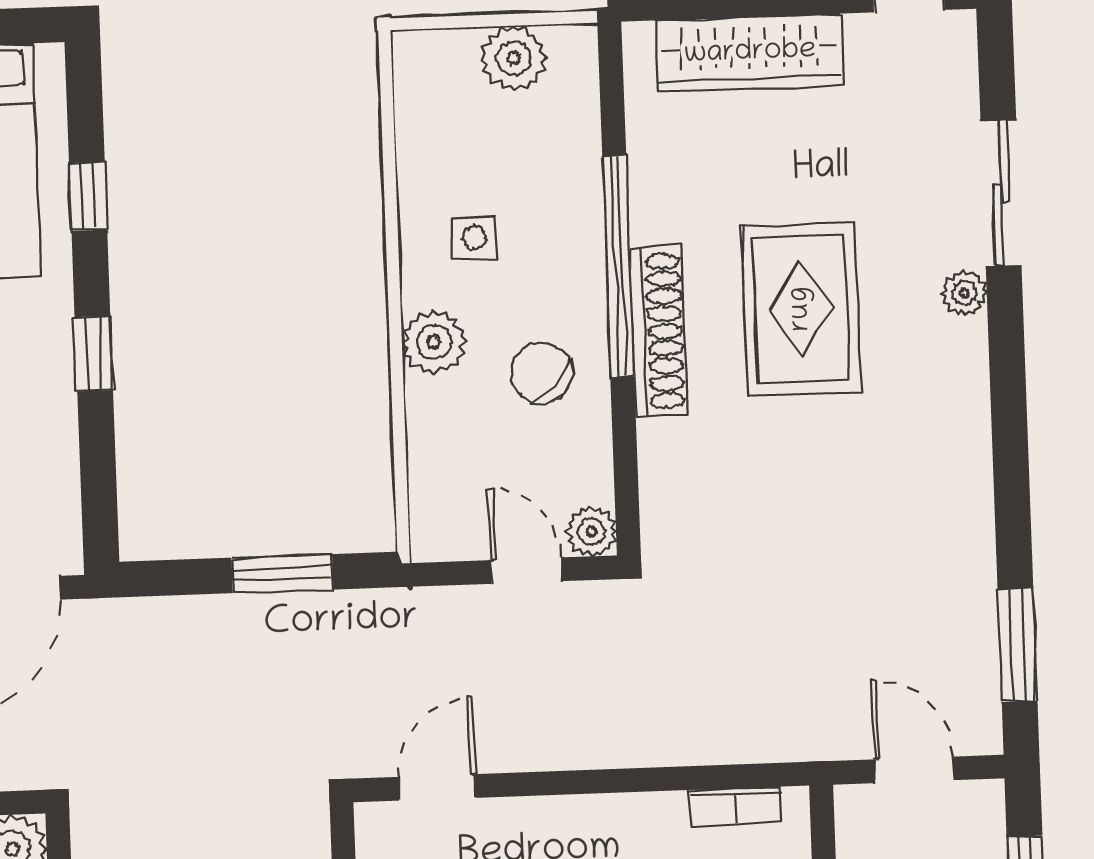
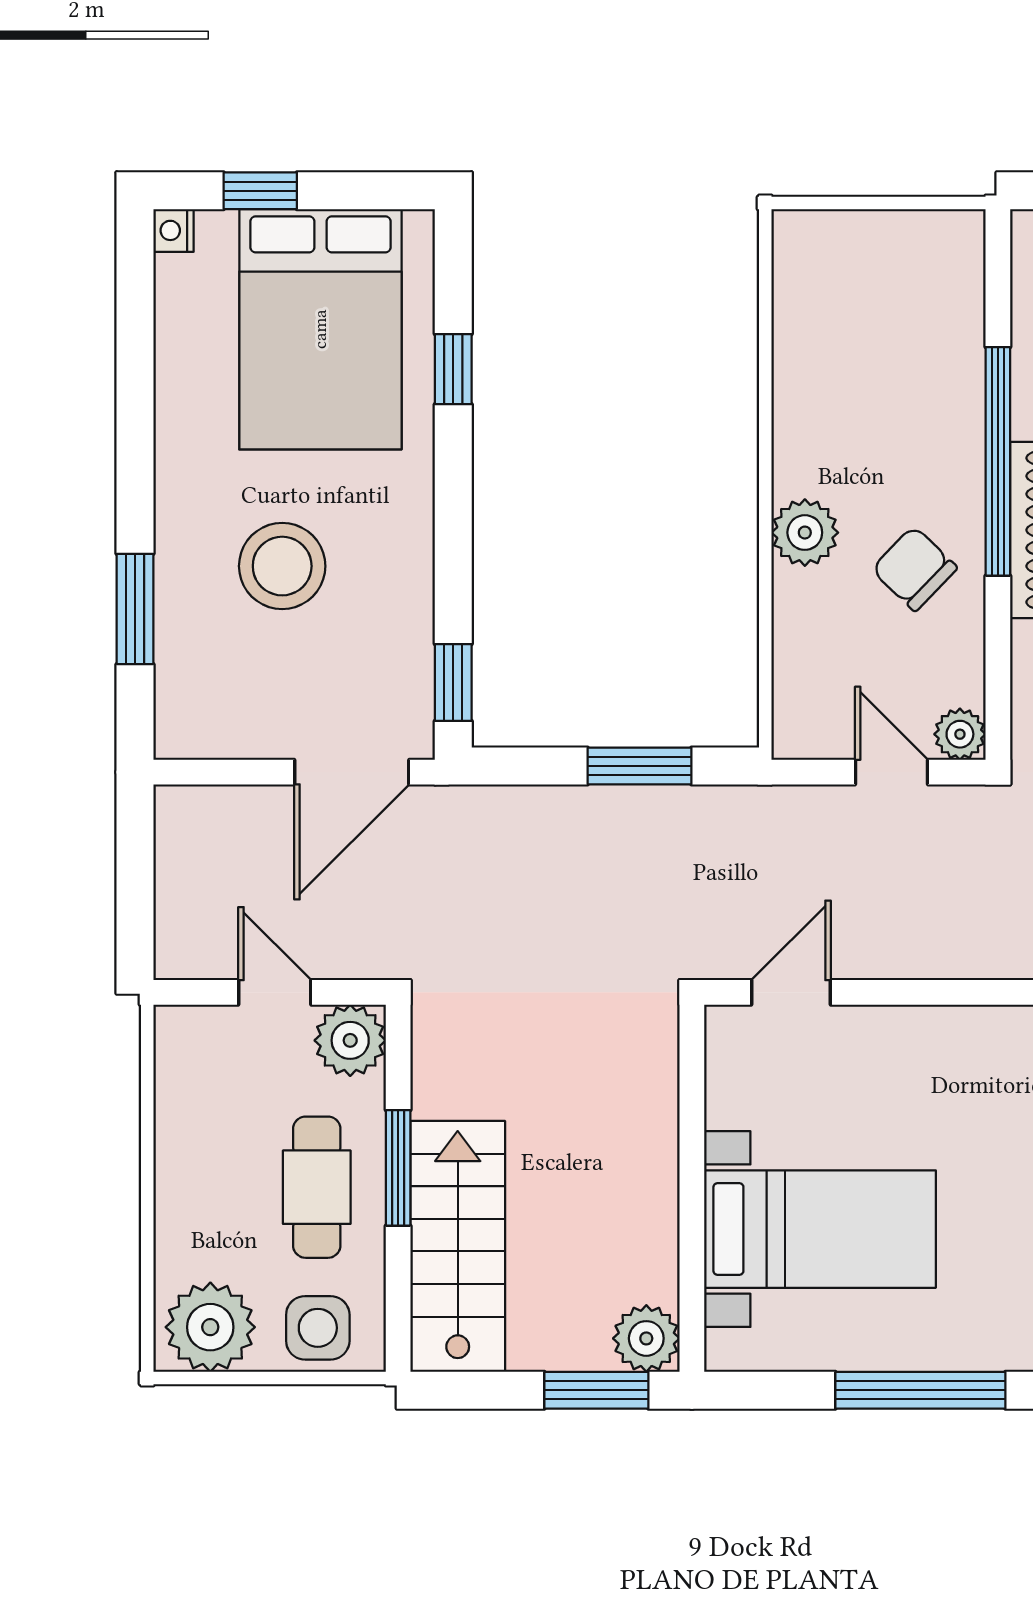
plant: (514, 58) -> (898, 243), removed
side table: (474, 238) -> (850, 427), removed
window: (94, 354) -> (453, 683), moved

